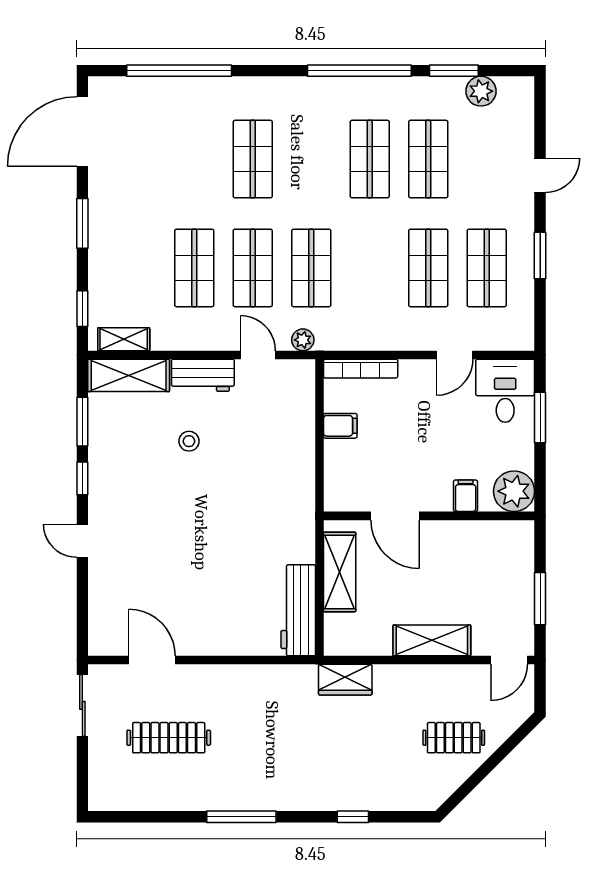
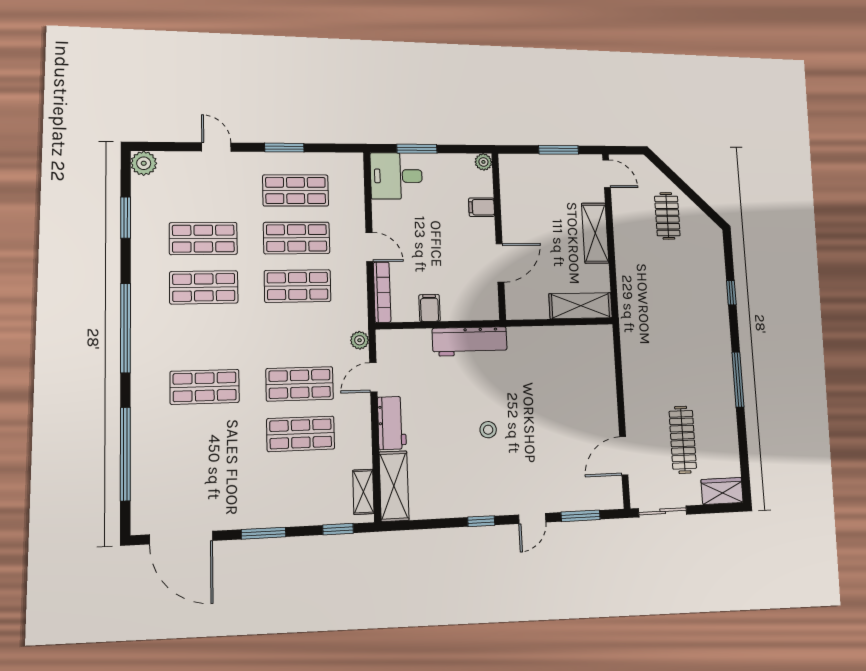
window: (359, 71) -> (125, 328), moved
plant: (481, 91) -> (144, 163), moved
shop shelf: (311, 268) -> (298, 286), moved
door: (455, 355) -> (369, 247), moved
window: (82, 422) -> (581, 516), moved
stool: (189, 441) -> (488, 430), moved
plant: (514, 491) -> (483, 162), width x0.53, depth x0.53
shelving: (340, 572) -> (581, 306), moved
workbench: (298, 610) -> (470, 341), moved
wardrobe: (345, 680) -> (722, 491), moved, turned -90

